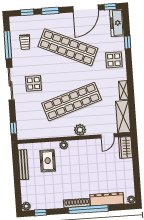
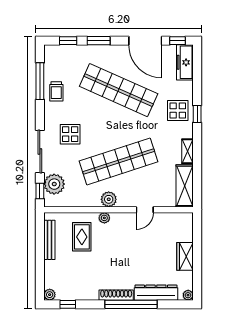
door: (86, 8) -> (145, 41), hinge flipped
trolley: (25, 42) -> (56, 91), moved
window: (128, 42) -> (197, 114), moved
sliding door: (10, 84) -> (40, 151), moved
plant: (24, 122) -> (54, 184), added
plant: (80, 130) -> (109, 199), moved
door: (108, 136) -> (145, 210), moved
wardrobe: (125, 147) -> (185, 256), moved

